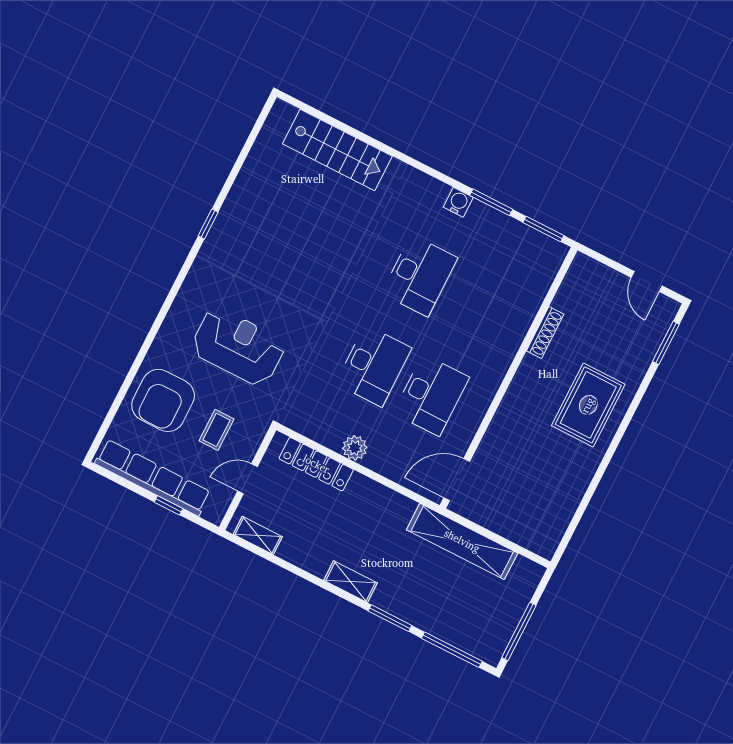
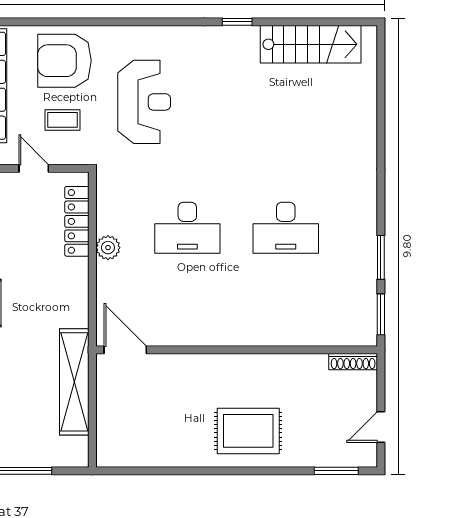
stairs: (337, 150) -> (311, 44), moved, turned -90
water cooler: (458, 202) -> (366, 229), removed
shoe rack: (545, 332) -> (353, 362), moved
desk: (431, 395) -> (187, 291), removed

